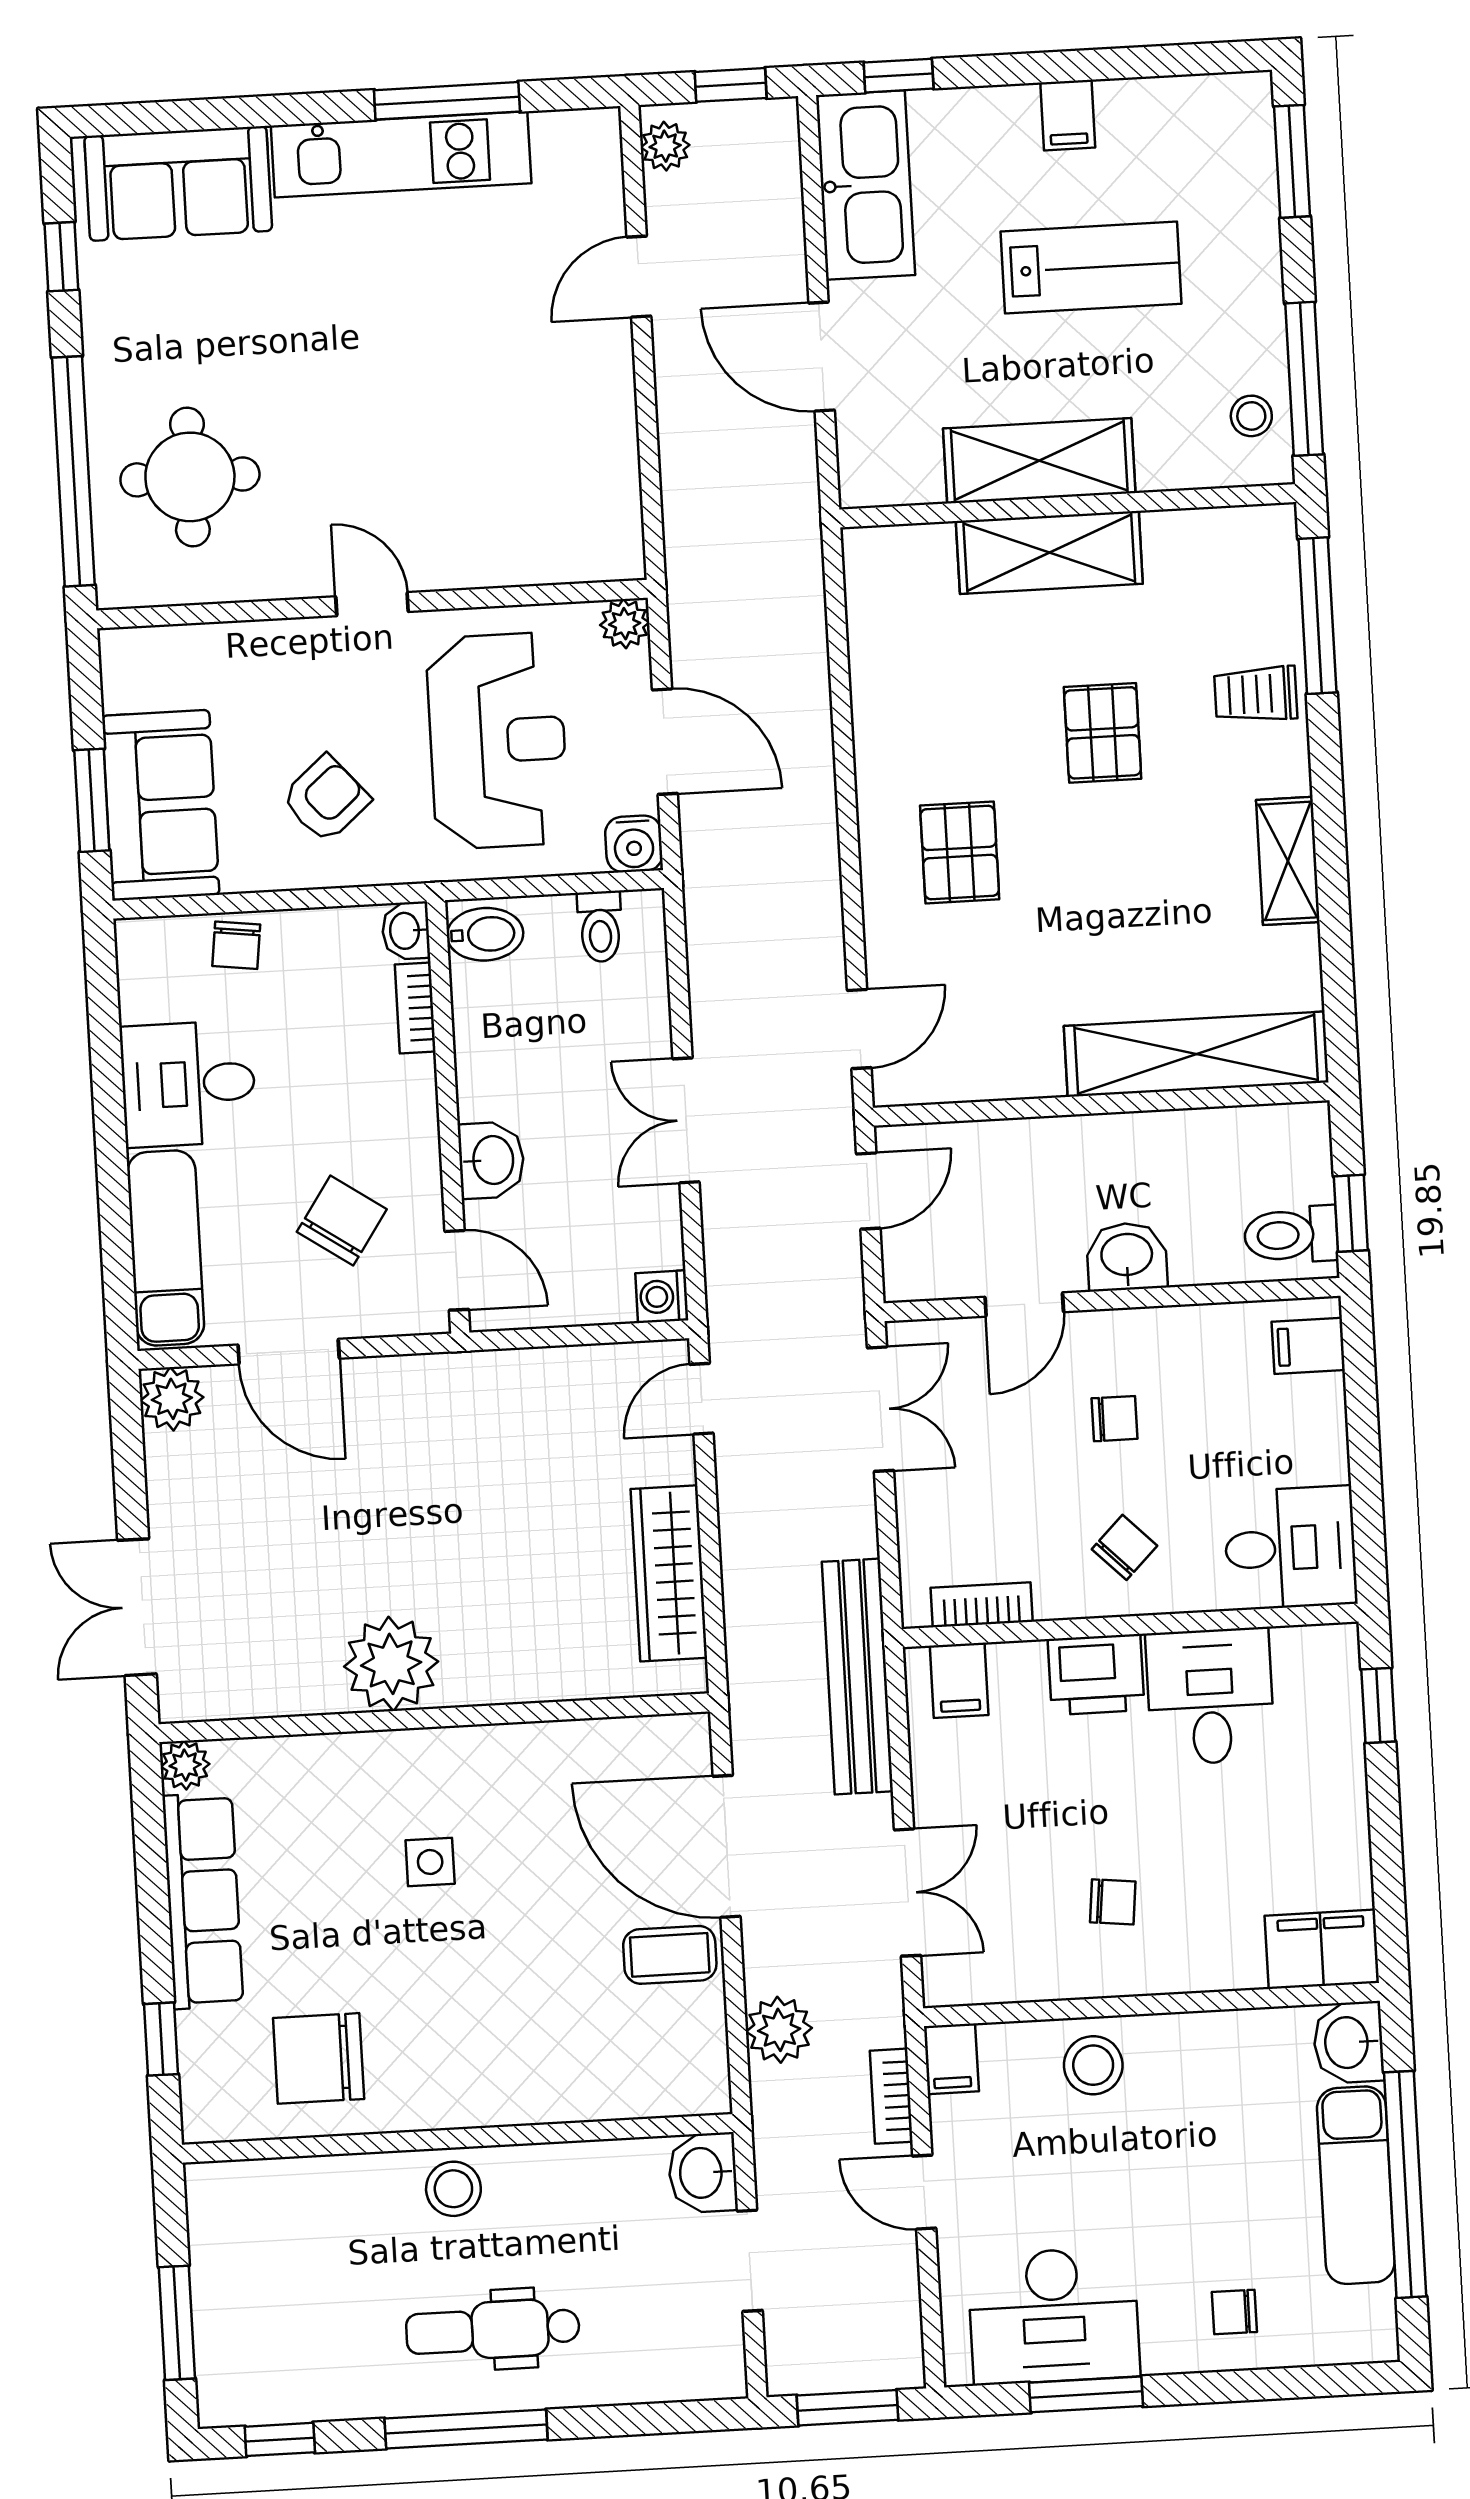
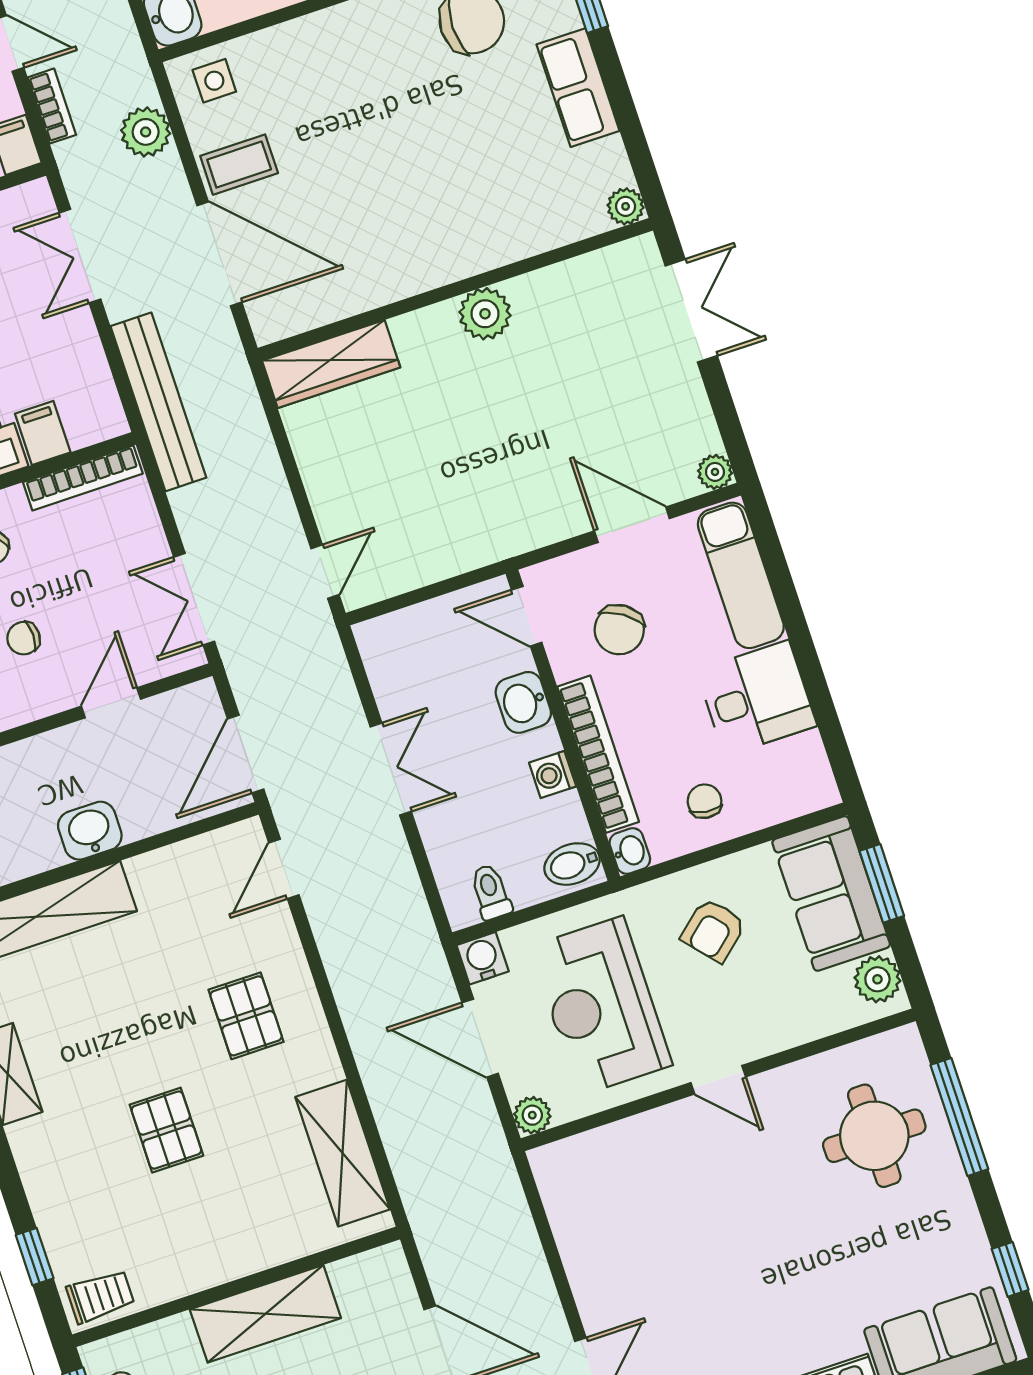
window: (73, 471) -> (959, 1117), width x0.68
shelving: (1049, 552) -> (343, 1153), moved, turned 90
window: (1317, 616) -> (35, 1257), width x0.46
plant: (131, 678) -> (877, 979), added
trolley: (1256, 694) -> (100, 1296), moved
chair: (236, 945) -> (705, 801), moved
bookcase: (415, 1008) -> (598, 754), width x2.31, depth x1.31
door: (868, 1191) -> (246, 754), width x1.38
washbasin: (1127, 1257) -> (90, 831), moved, turned 180
washing machine: (662, 1297) -> (553, 774), moved, turned 180
plant: (172, 1399) -> (715, 472), width x0.73, depth x0.73
wardrobe: (669, 1573) -> (331, 364), moved, turned 90
bookcase: (982, 1605) -> (83, 478), width x1.56
plant: (391, 1664) -> (485, 314), width x0.73, depth x0.73
filing cabinet: (959, 1680) -> (43, 433), moved
side table: (430, 1862) -> (214, 81), moved
row of seats: (203, 1901) -> (578, 88), width x0.68

